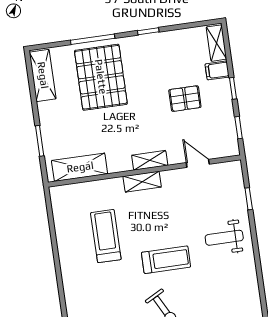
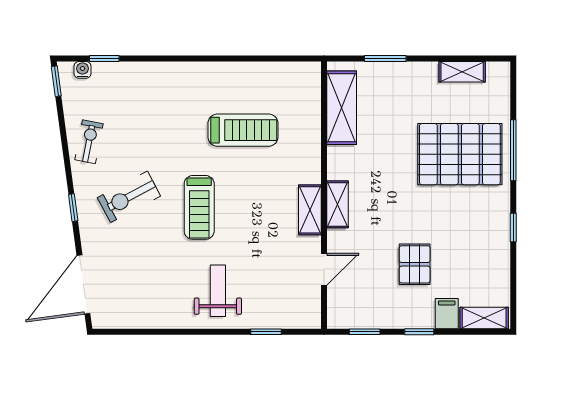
shelving: (43, 75) -> (462, 72), width x0.67, depth x0.75
shelving: (142, 182) -> (310, 210), moved

